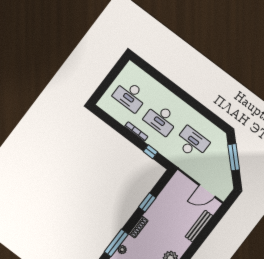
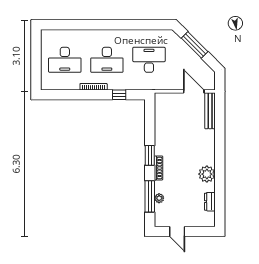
door: (207, 191) -> (194, 91), swing flipped
window: (147, 202) -> (150, 155), moved
bench: (199, 226) -> (210, 111), moved

